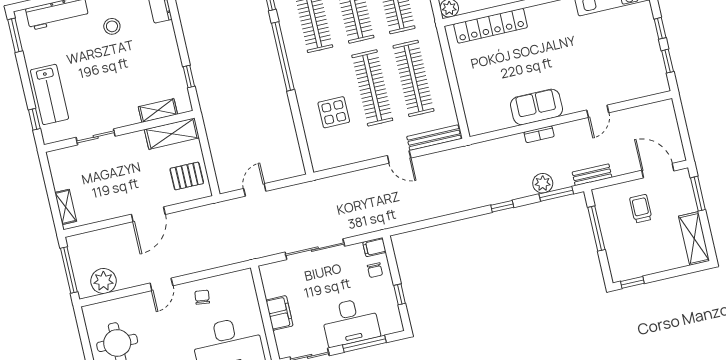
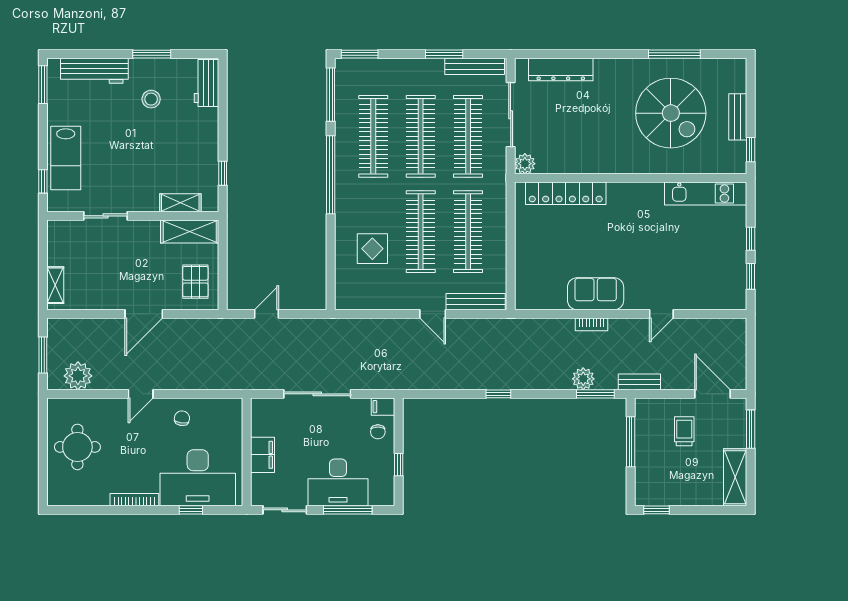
pallet: (187, 176) -> (195, 282), turned 90
window: (502, 206) -> (498, 394), moved
window: (69, 270) -> (43, 355), width x0.69

